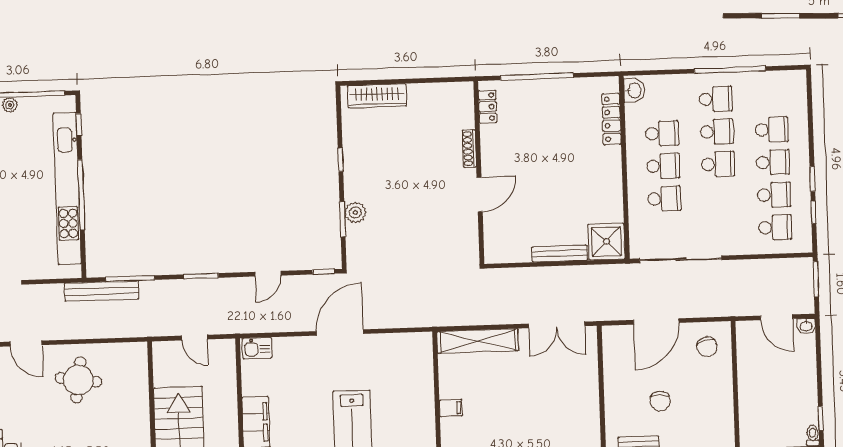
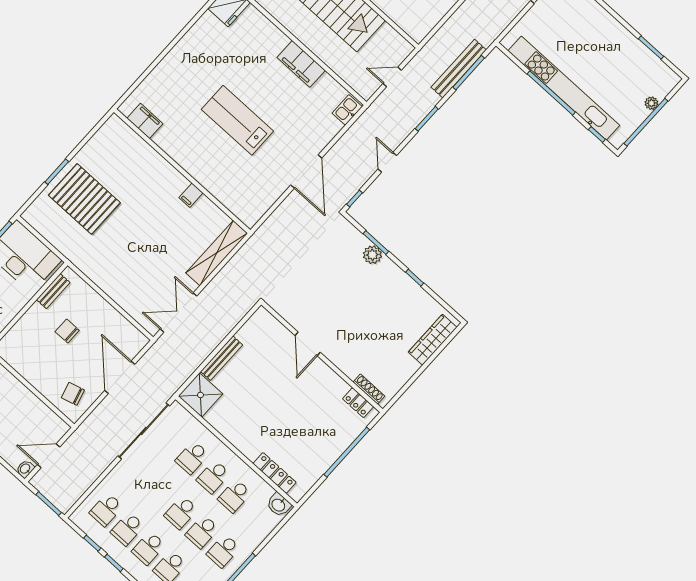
shoe rack: (469, 149) -> (369, 389), moved
bench: (102, 291) -> (459, 69), moved

